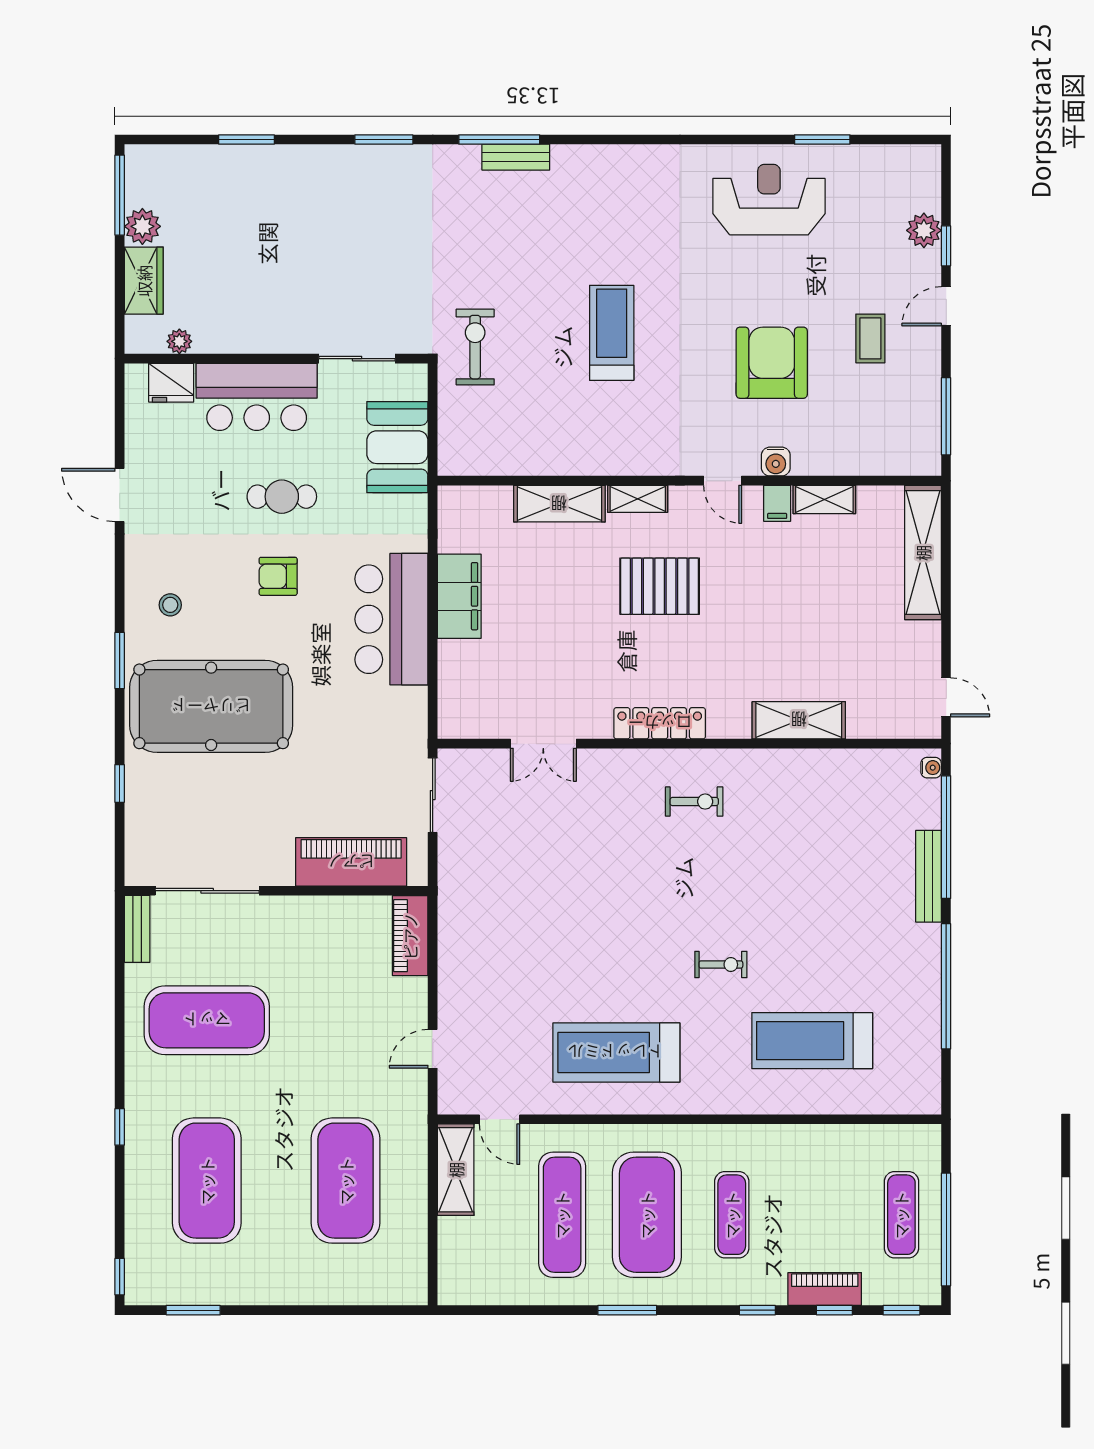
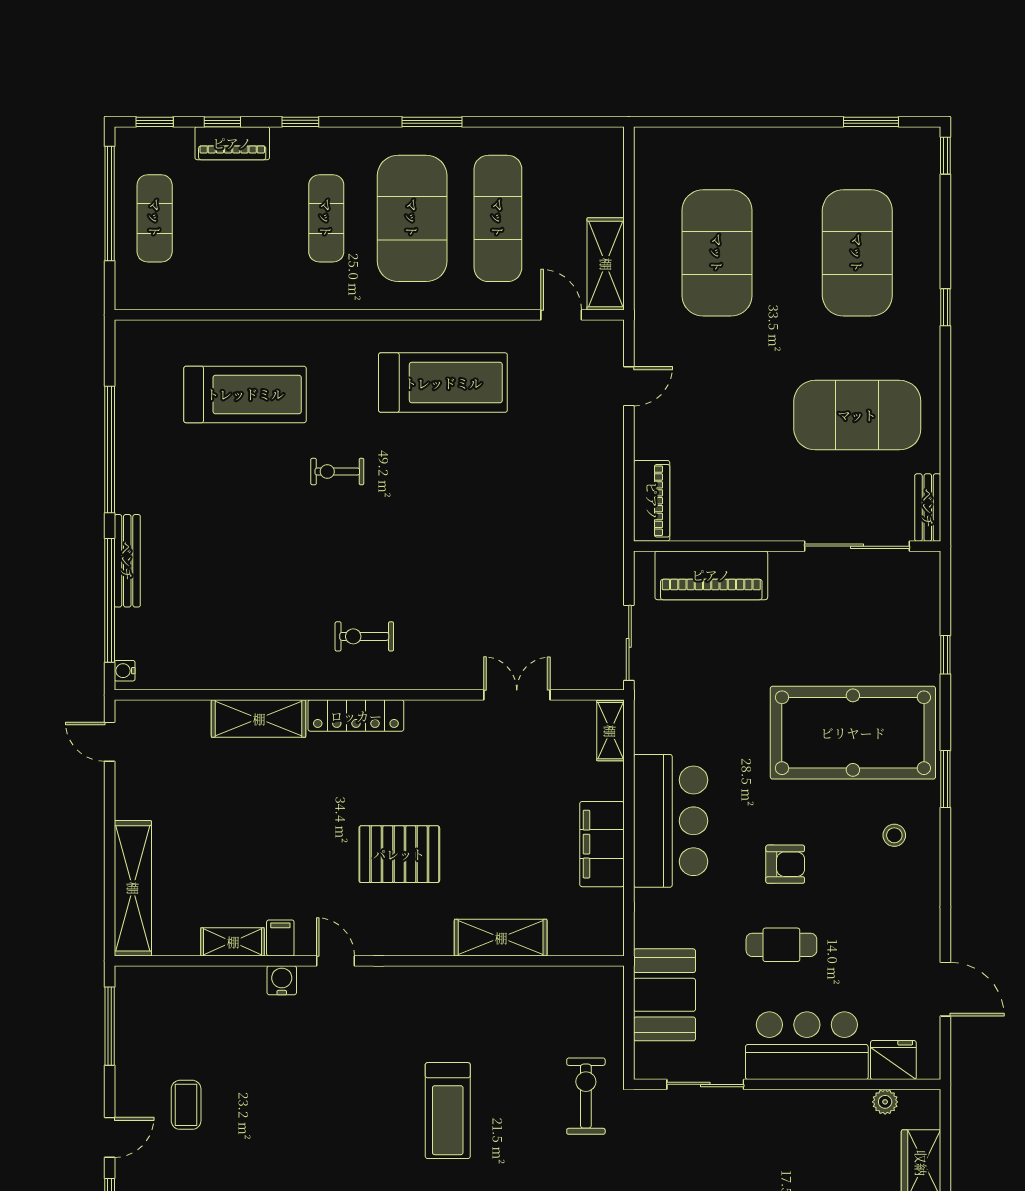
exercise bike: (475, 347) -> (586, 1096), turned 180
armchair: (772, 363) -> (286, 1080), removed
door: (120, 495) -> (945, 989), moved
shelving: (638, 499) -> (610, 731), moved, turned 90
locker: (660, 723) -> (356, 716), moved

